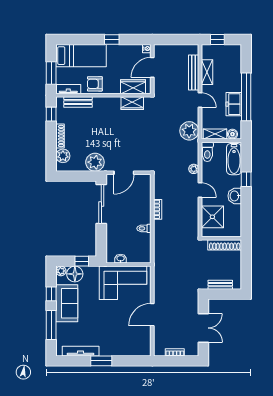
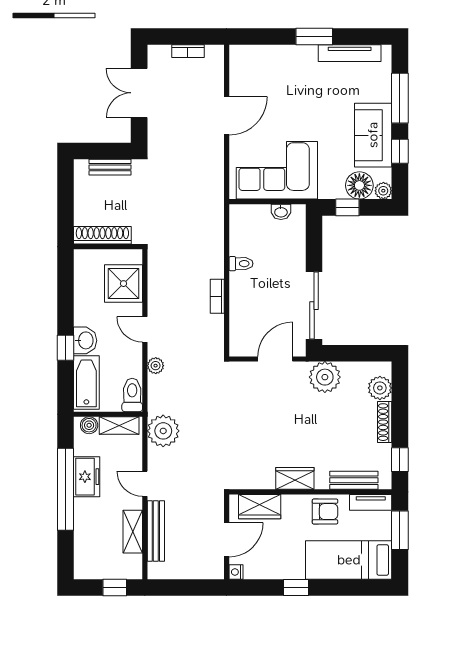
wardrobe: (132, 103) -> (295, 478), moved
washbasin: (235, 196) -> (85, 340), moved

